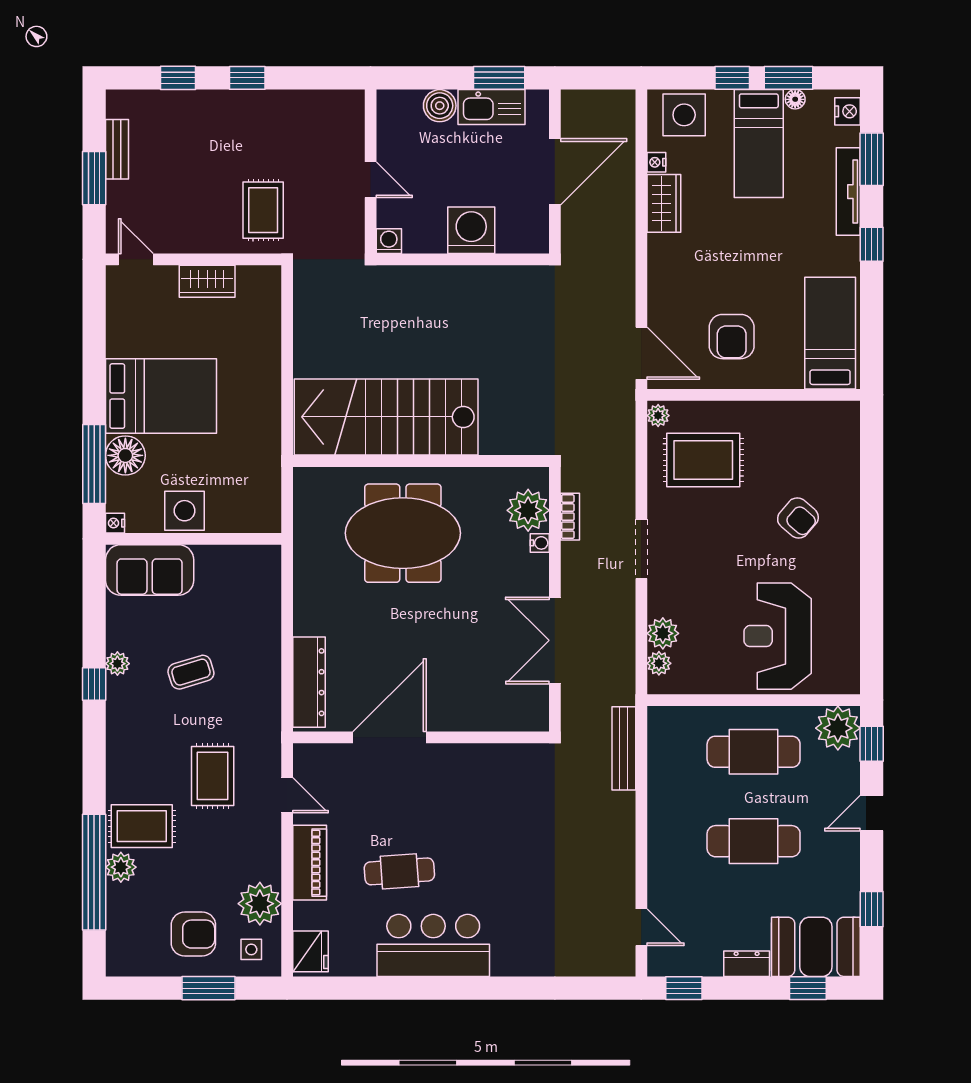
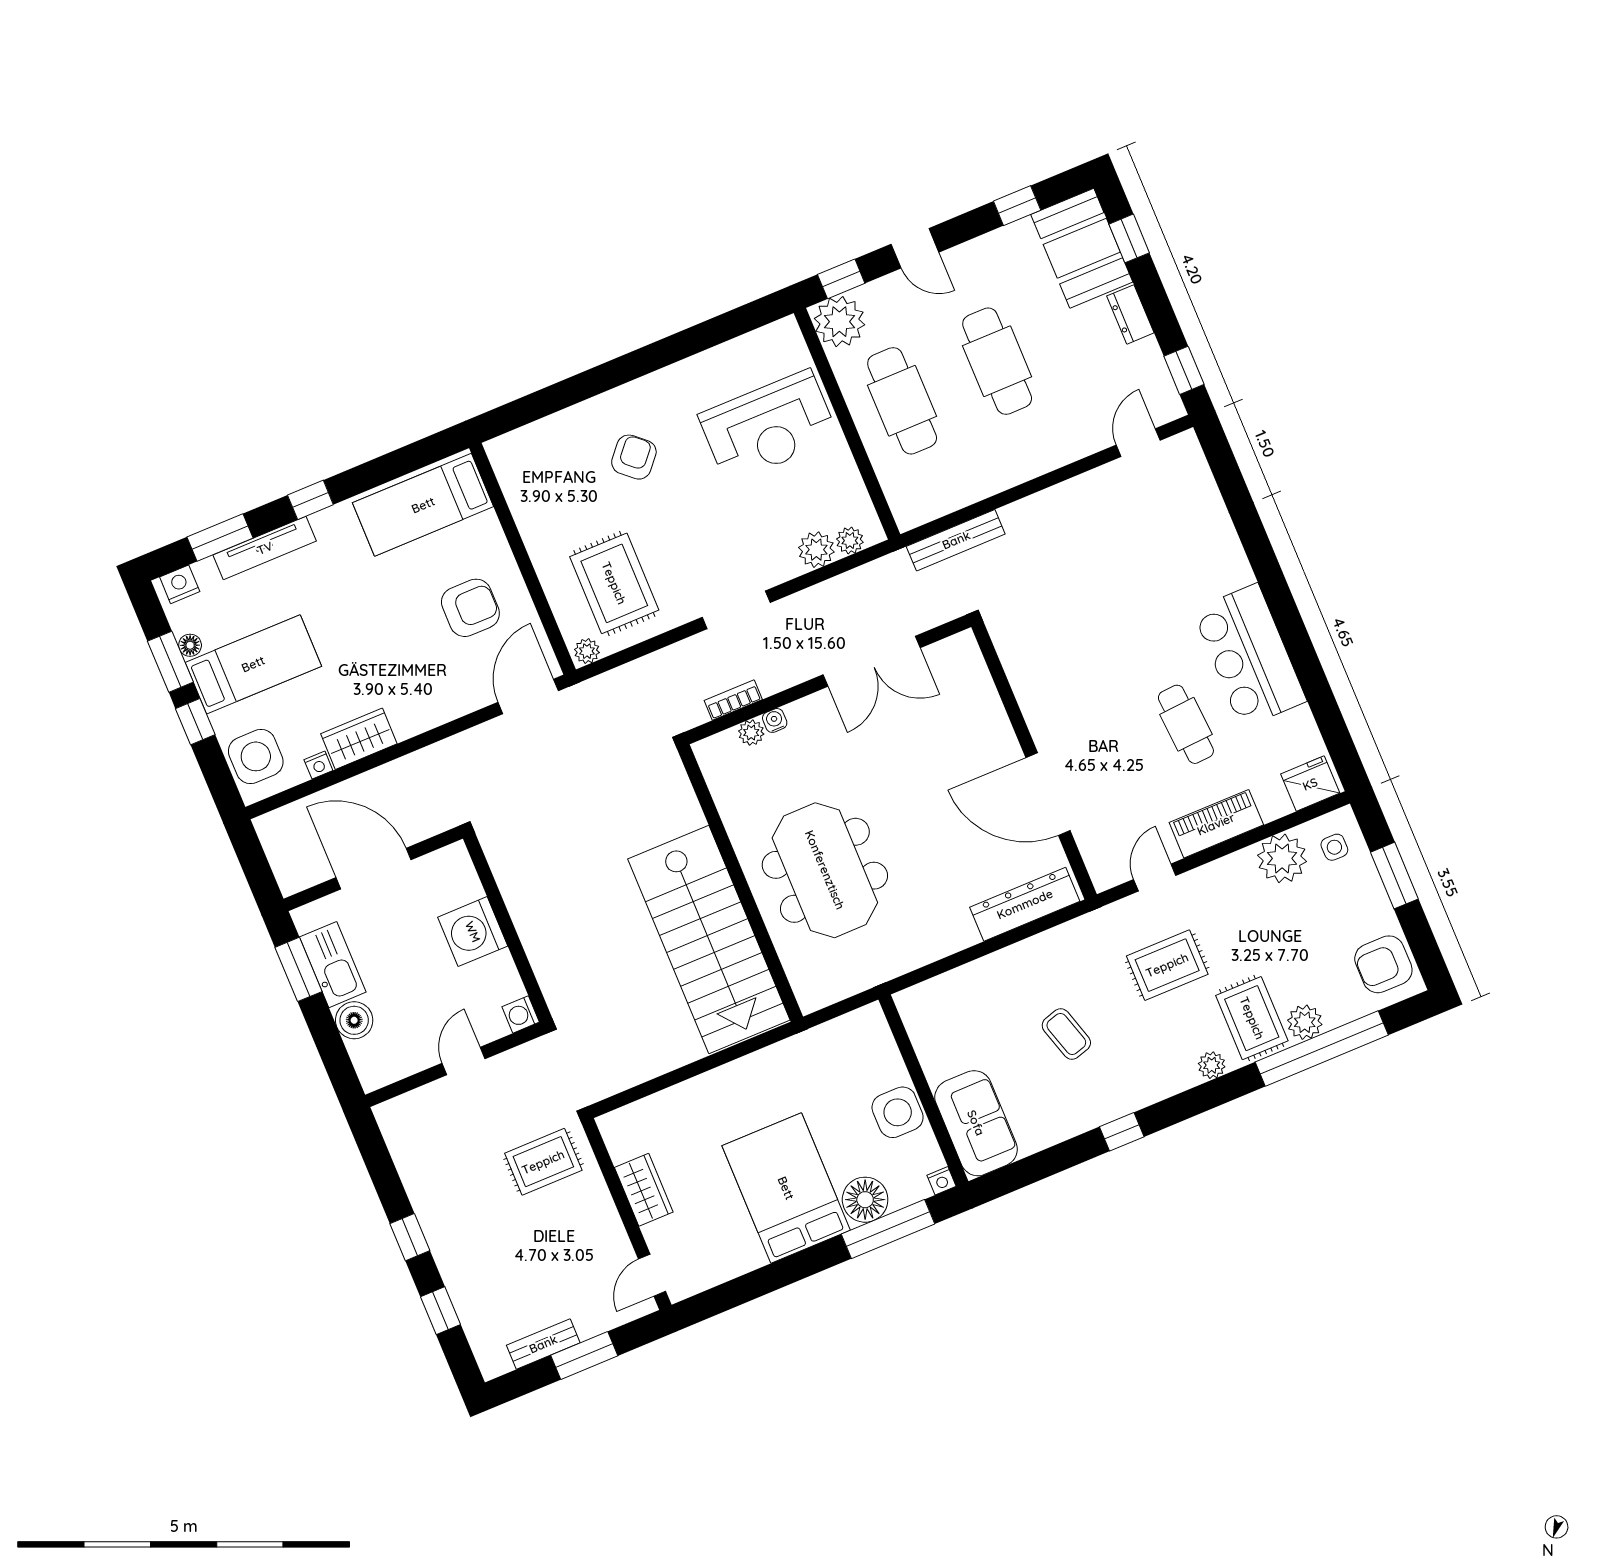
plant: (528, 510) -> (751, 733), width x0.53, depth x0.53
plant: (117, 664) -> (1212, 1065), moved
armchair: (193, 934) -> (1383, 964), moved, turned -90

